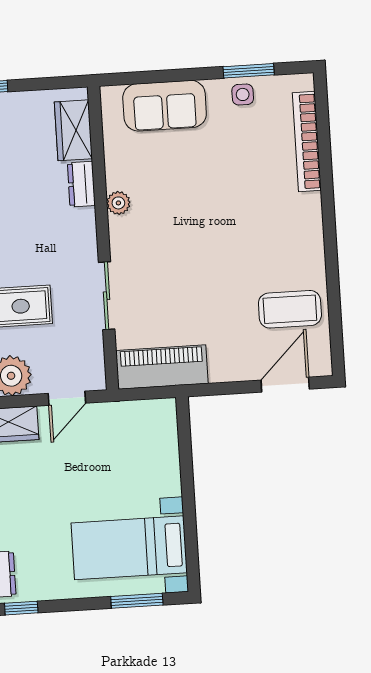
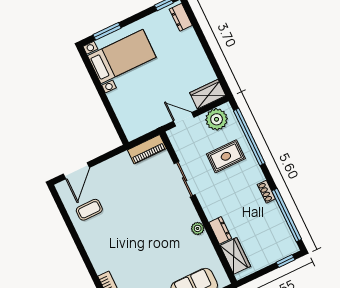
coffee table: (290, 309) -> (89, 210), width x0.73, depth x0.77
piano: (162, 367) -> (147, 149), width x0.73, depth x0.75
door: (67, 398) -> (184, 119), hinge flipped

